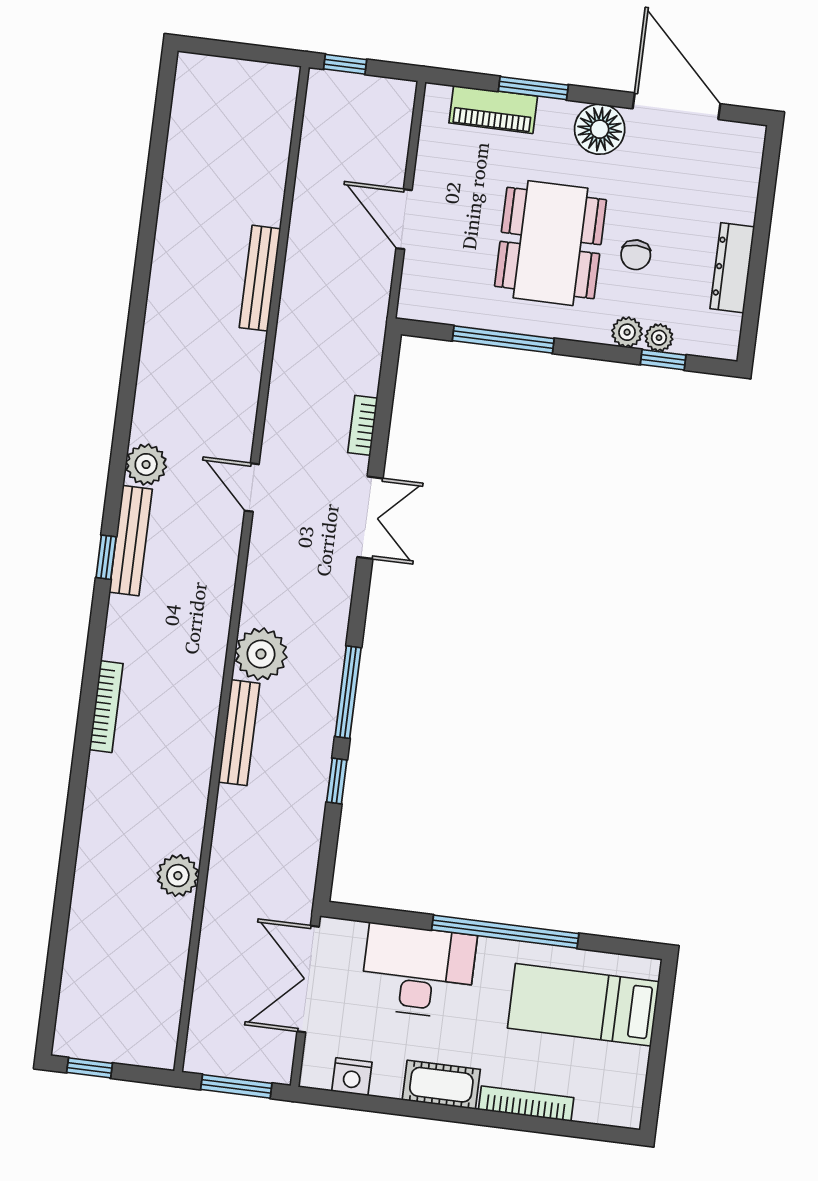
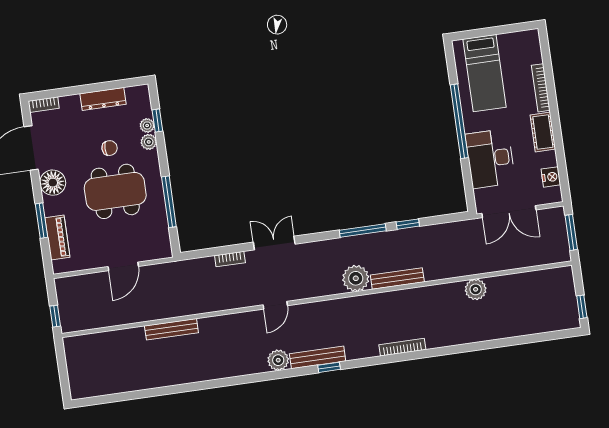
bookcase: (752, 152) -> (44, 105), added

